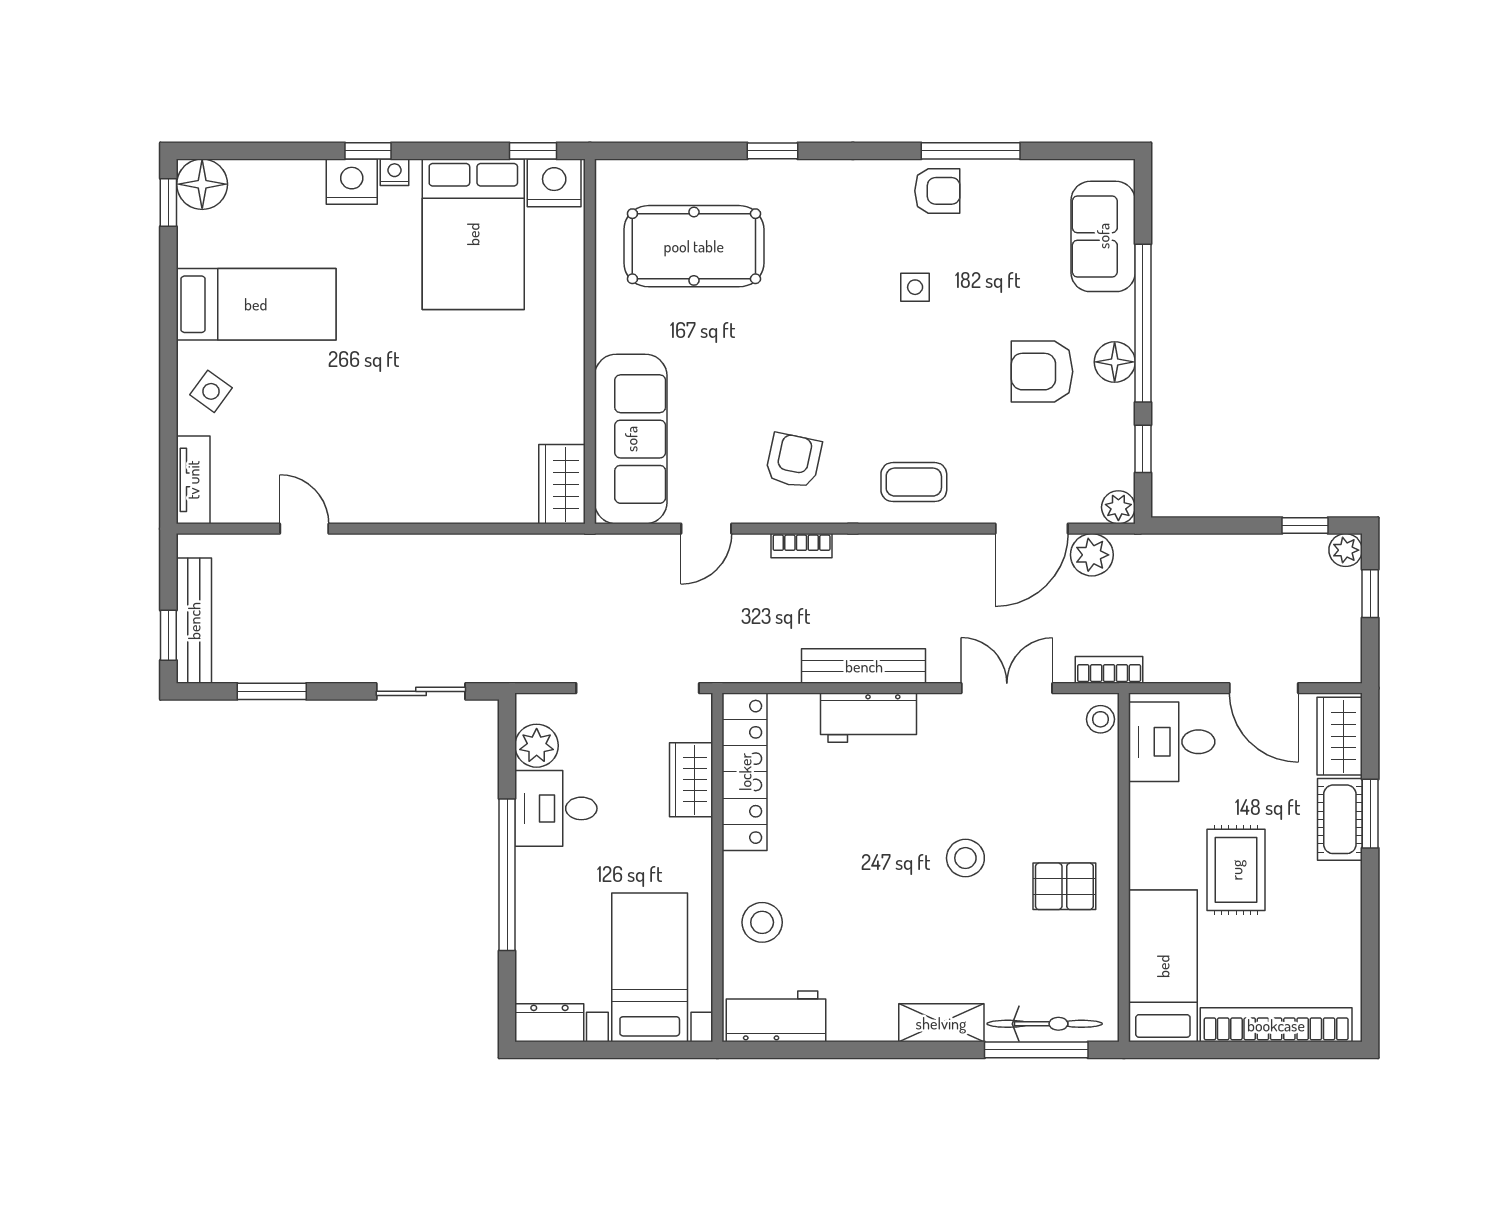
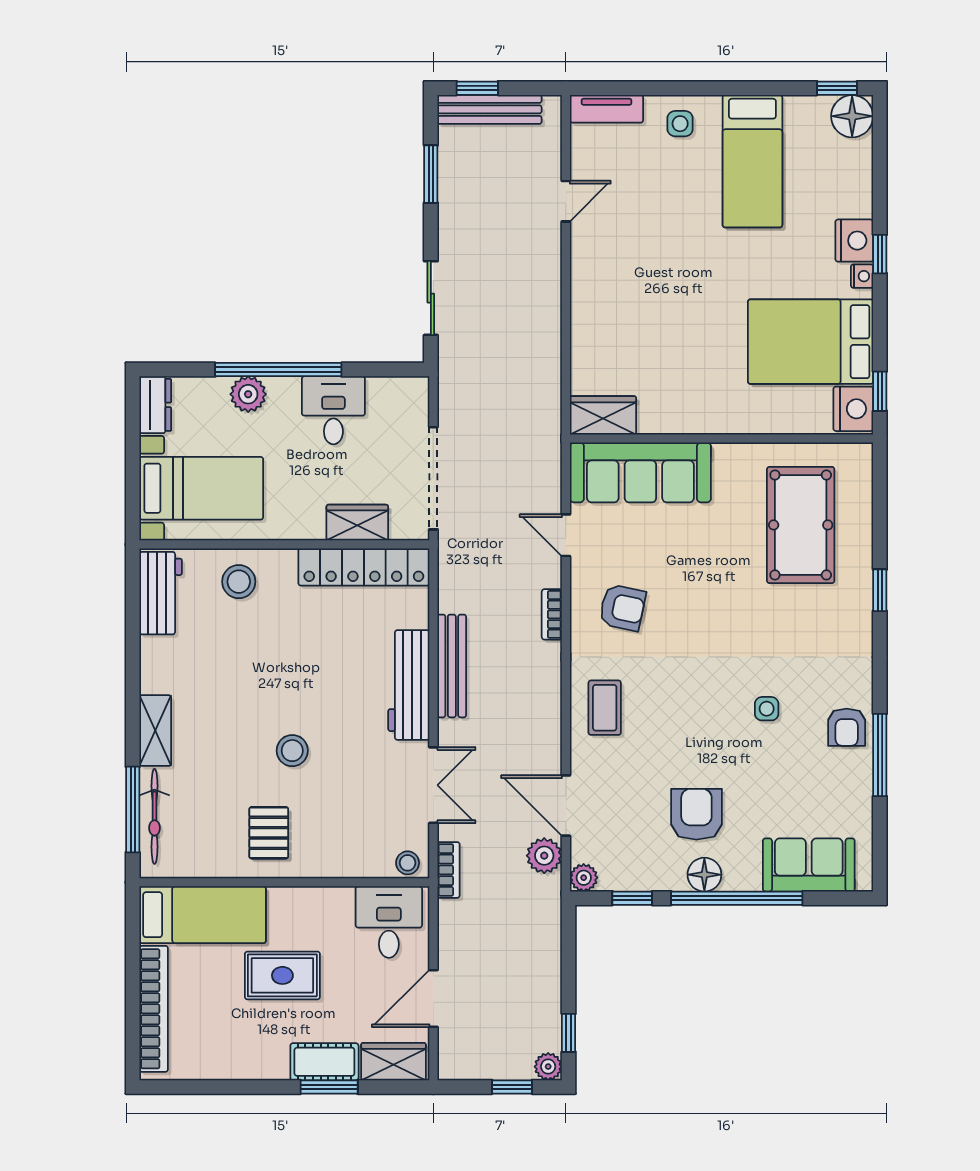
side table: (211, 391) -> (680, 124), turned -36
workbench: (869, 718) -> (409, 685), width x1.38
plant: (537, 746) -> (248, 394), moved

